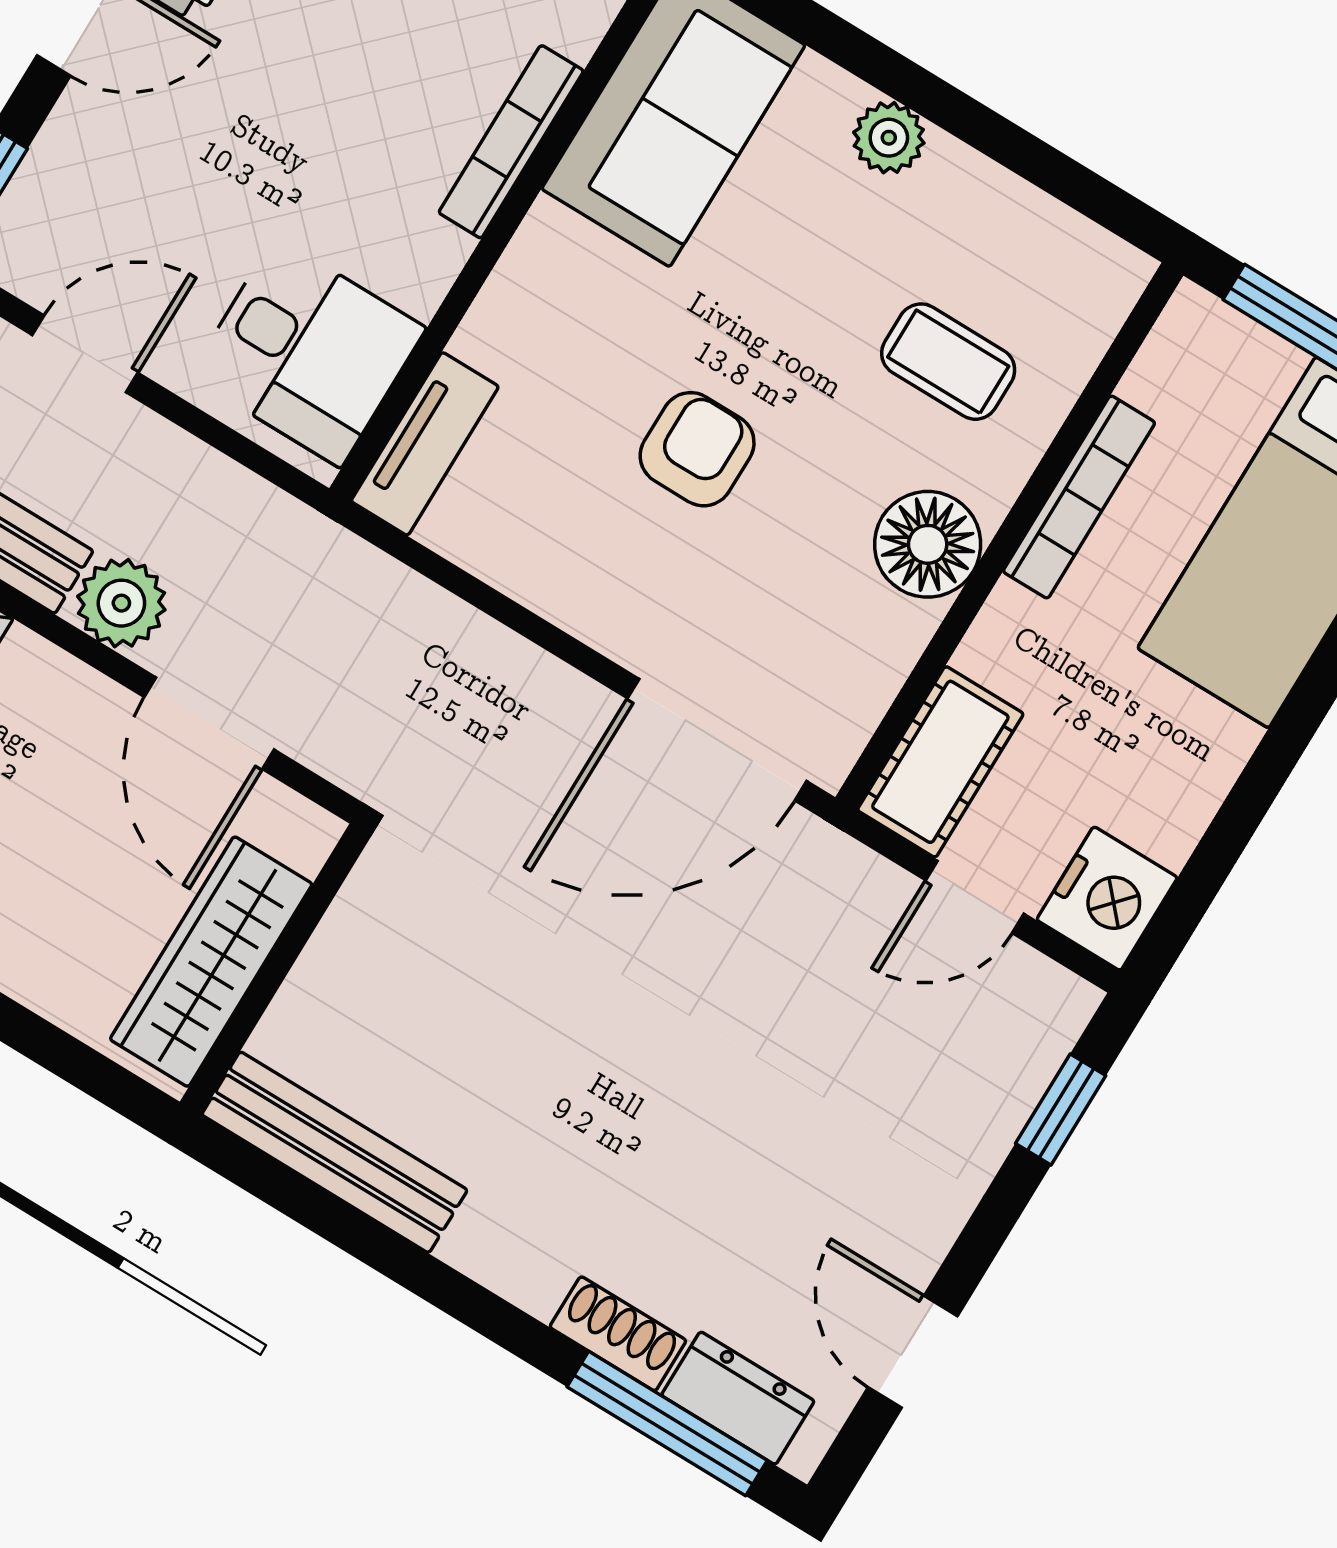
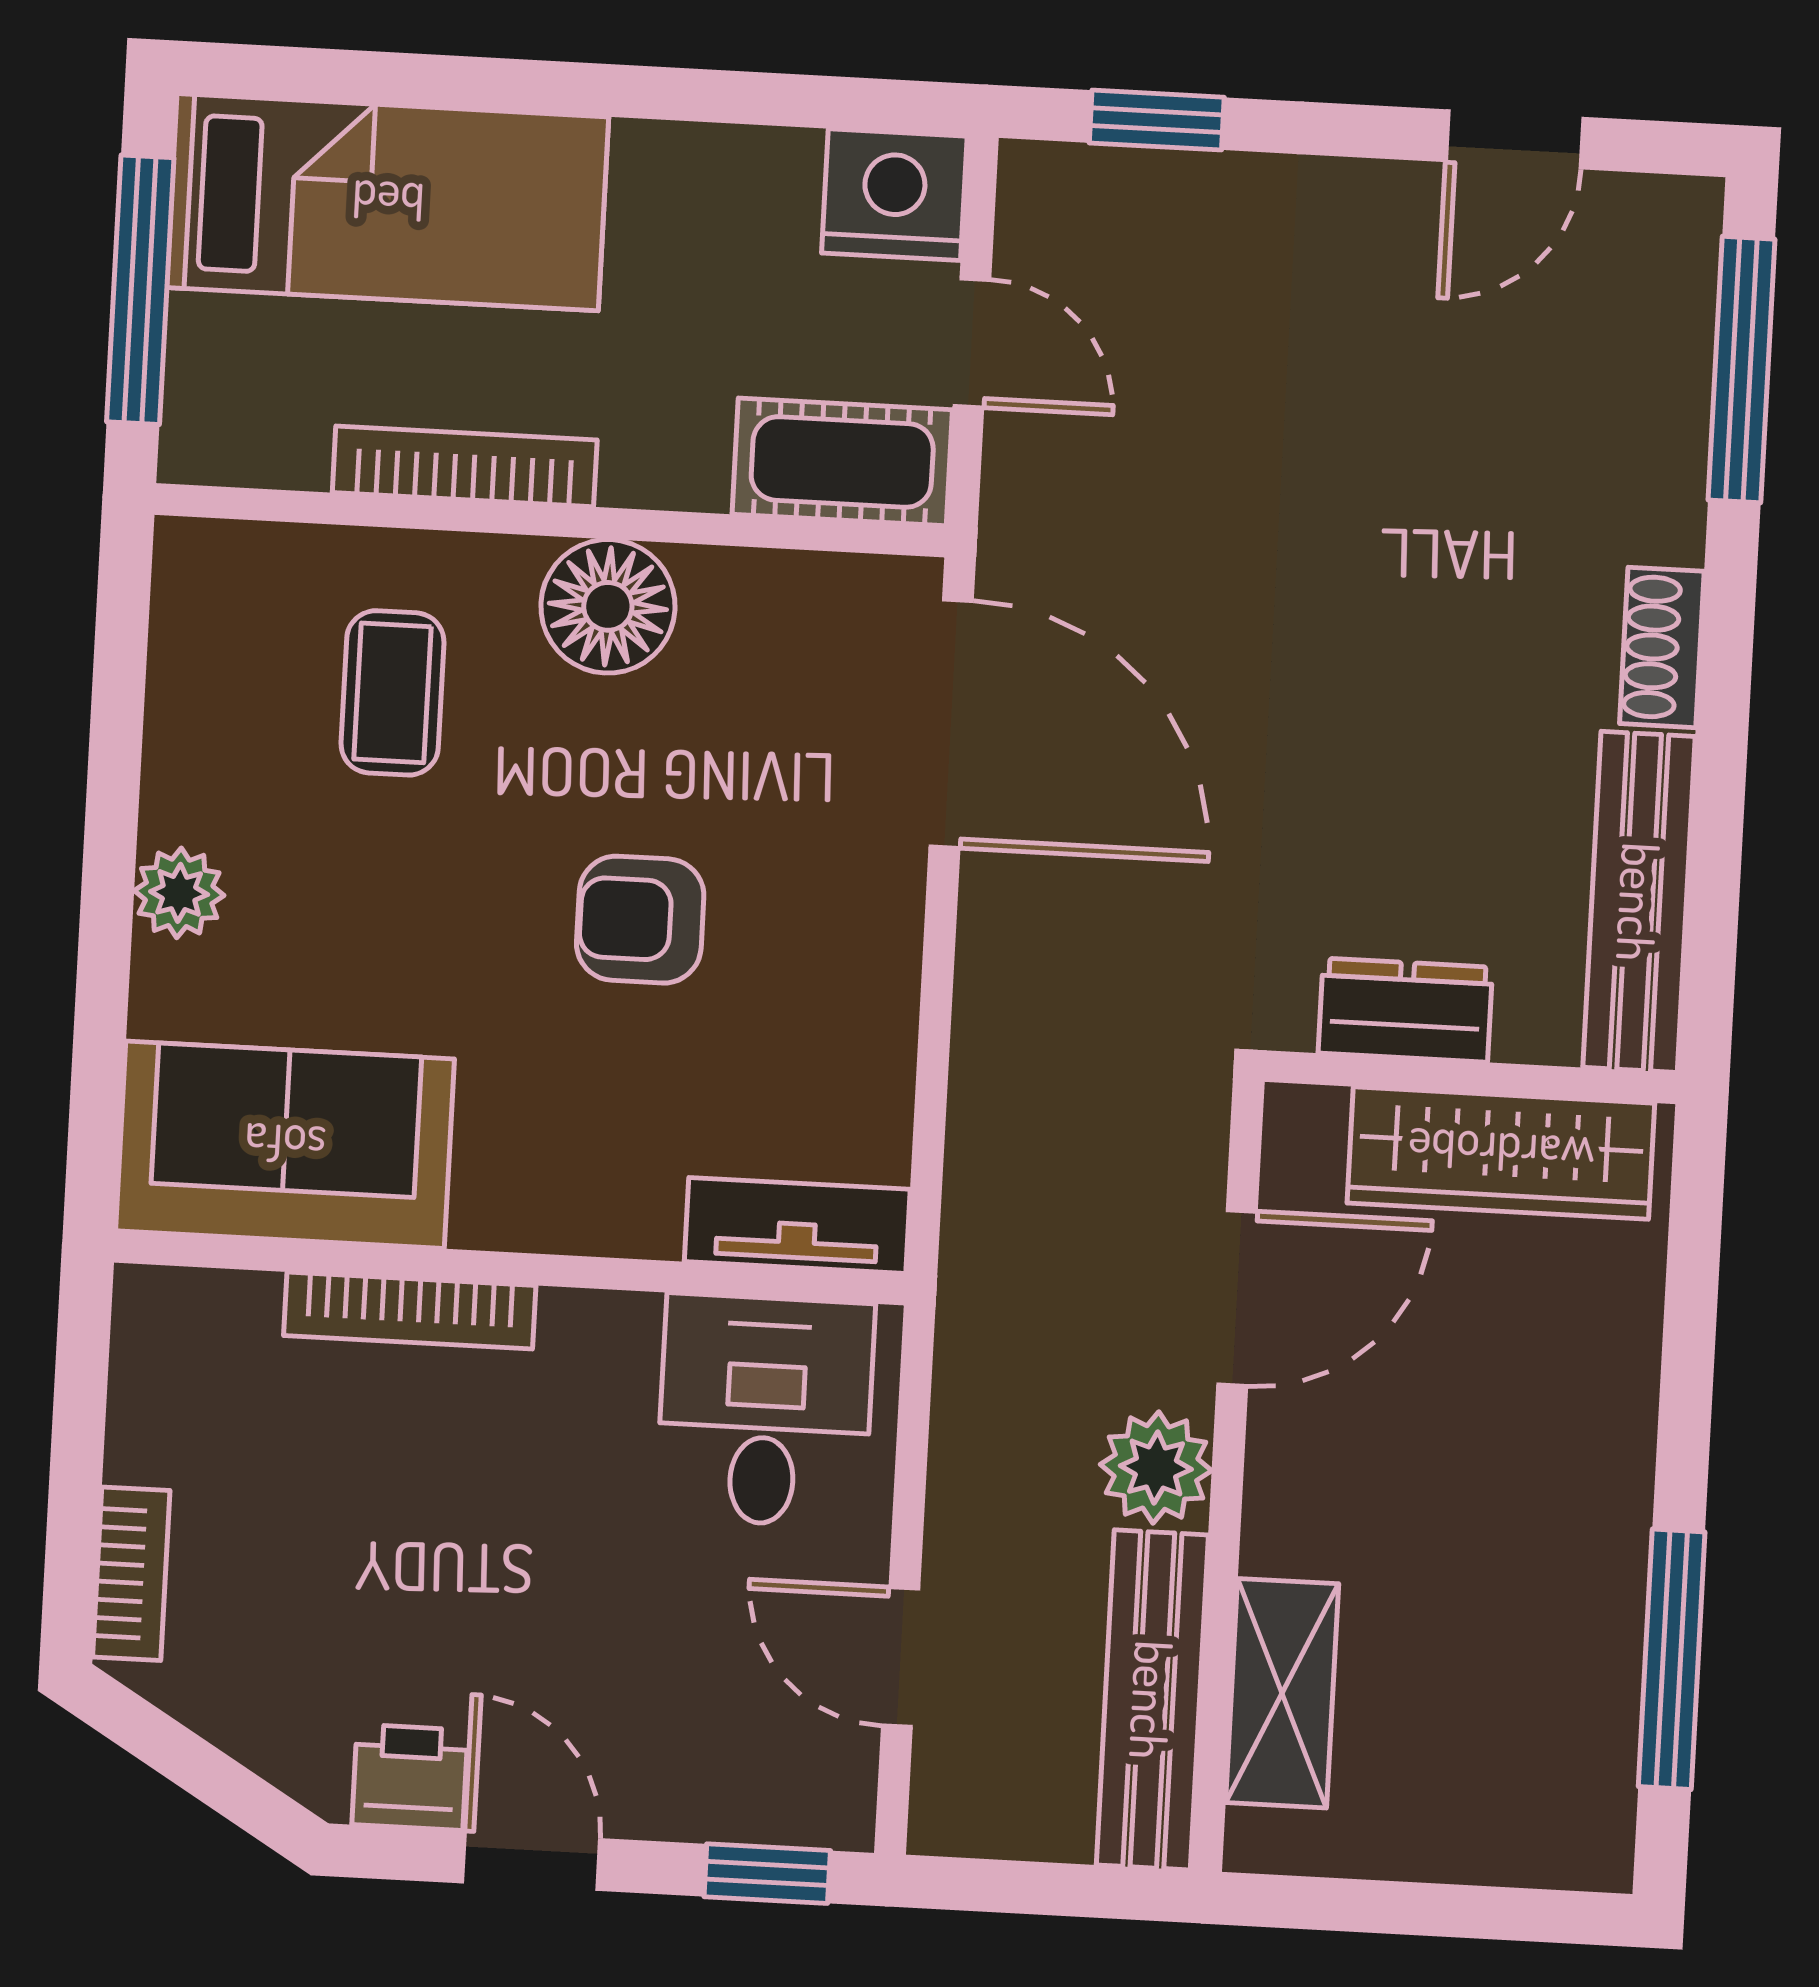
shoe rack: (618, 1334) -> (1662, 647), moved
dresser: (738, 1398) -> (1405, 1010), moved, turned 90

